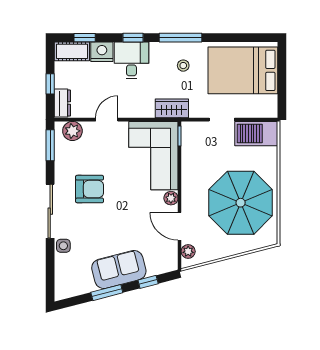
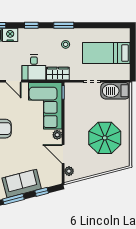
window: (180, 38) -> (64, 25), width x0.69
desk: (131, 60) -> (34, 67), moved, turned 180
bed: (243, 70) -> (106, 53), width x0.67
door: (107, 120) -> (13, 81), swing flipped
parasol: (241, 203) -> (105, 138), width x0.73, depth x0.73

